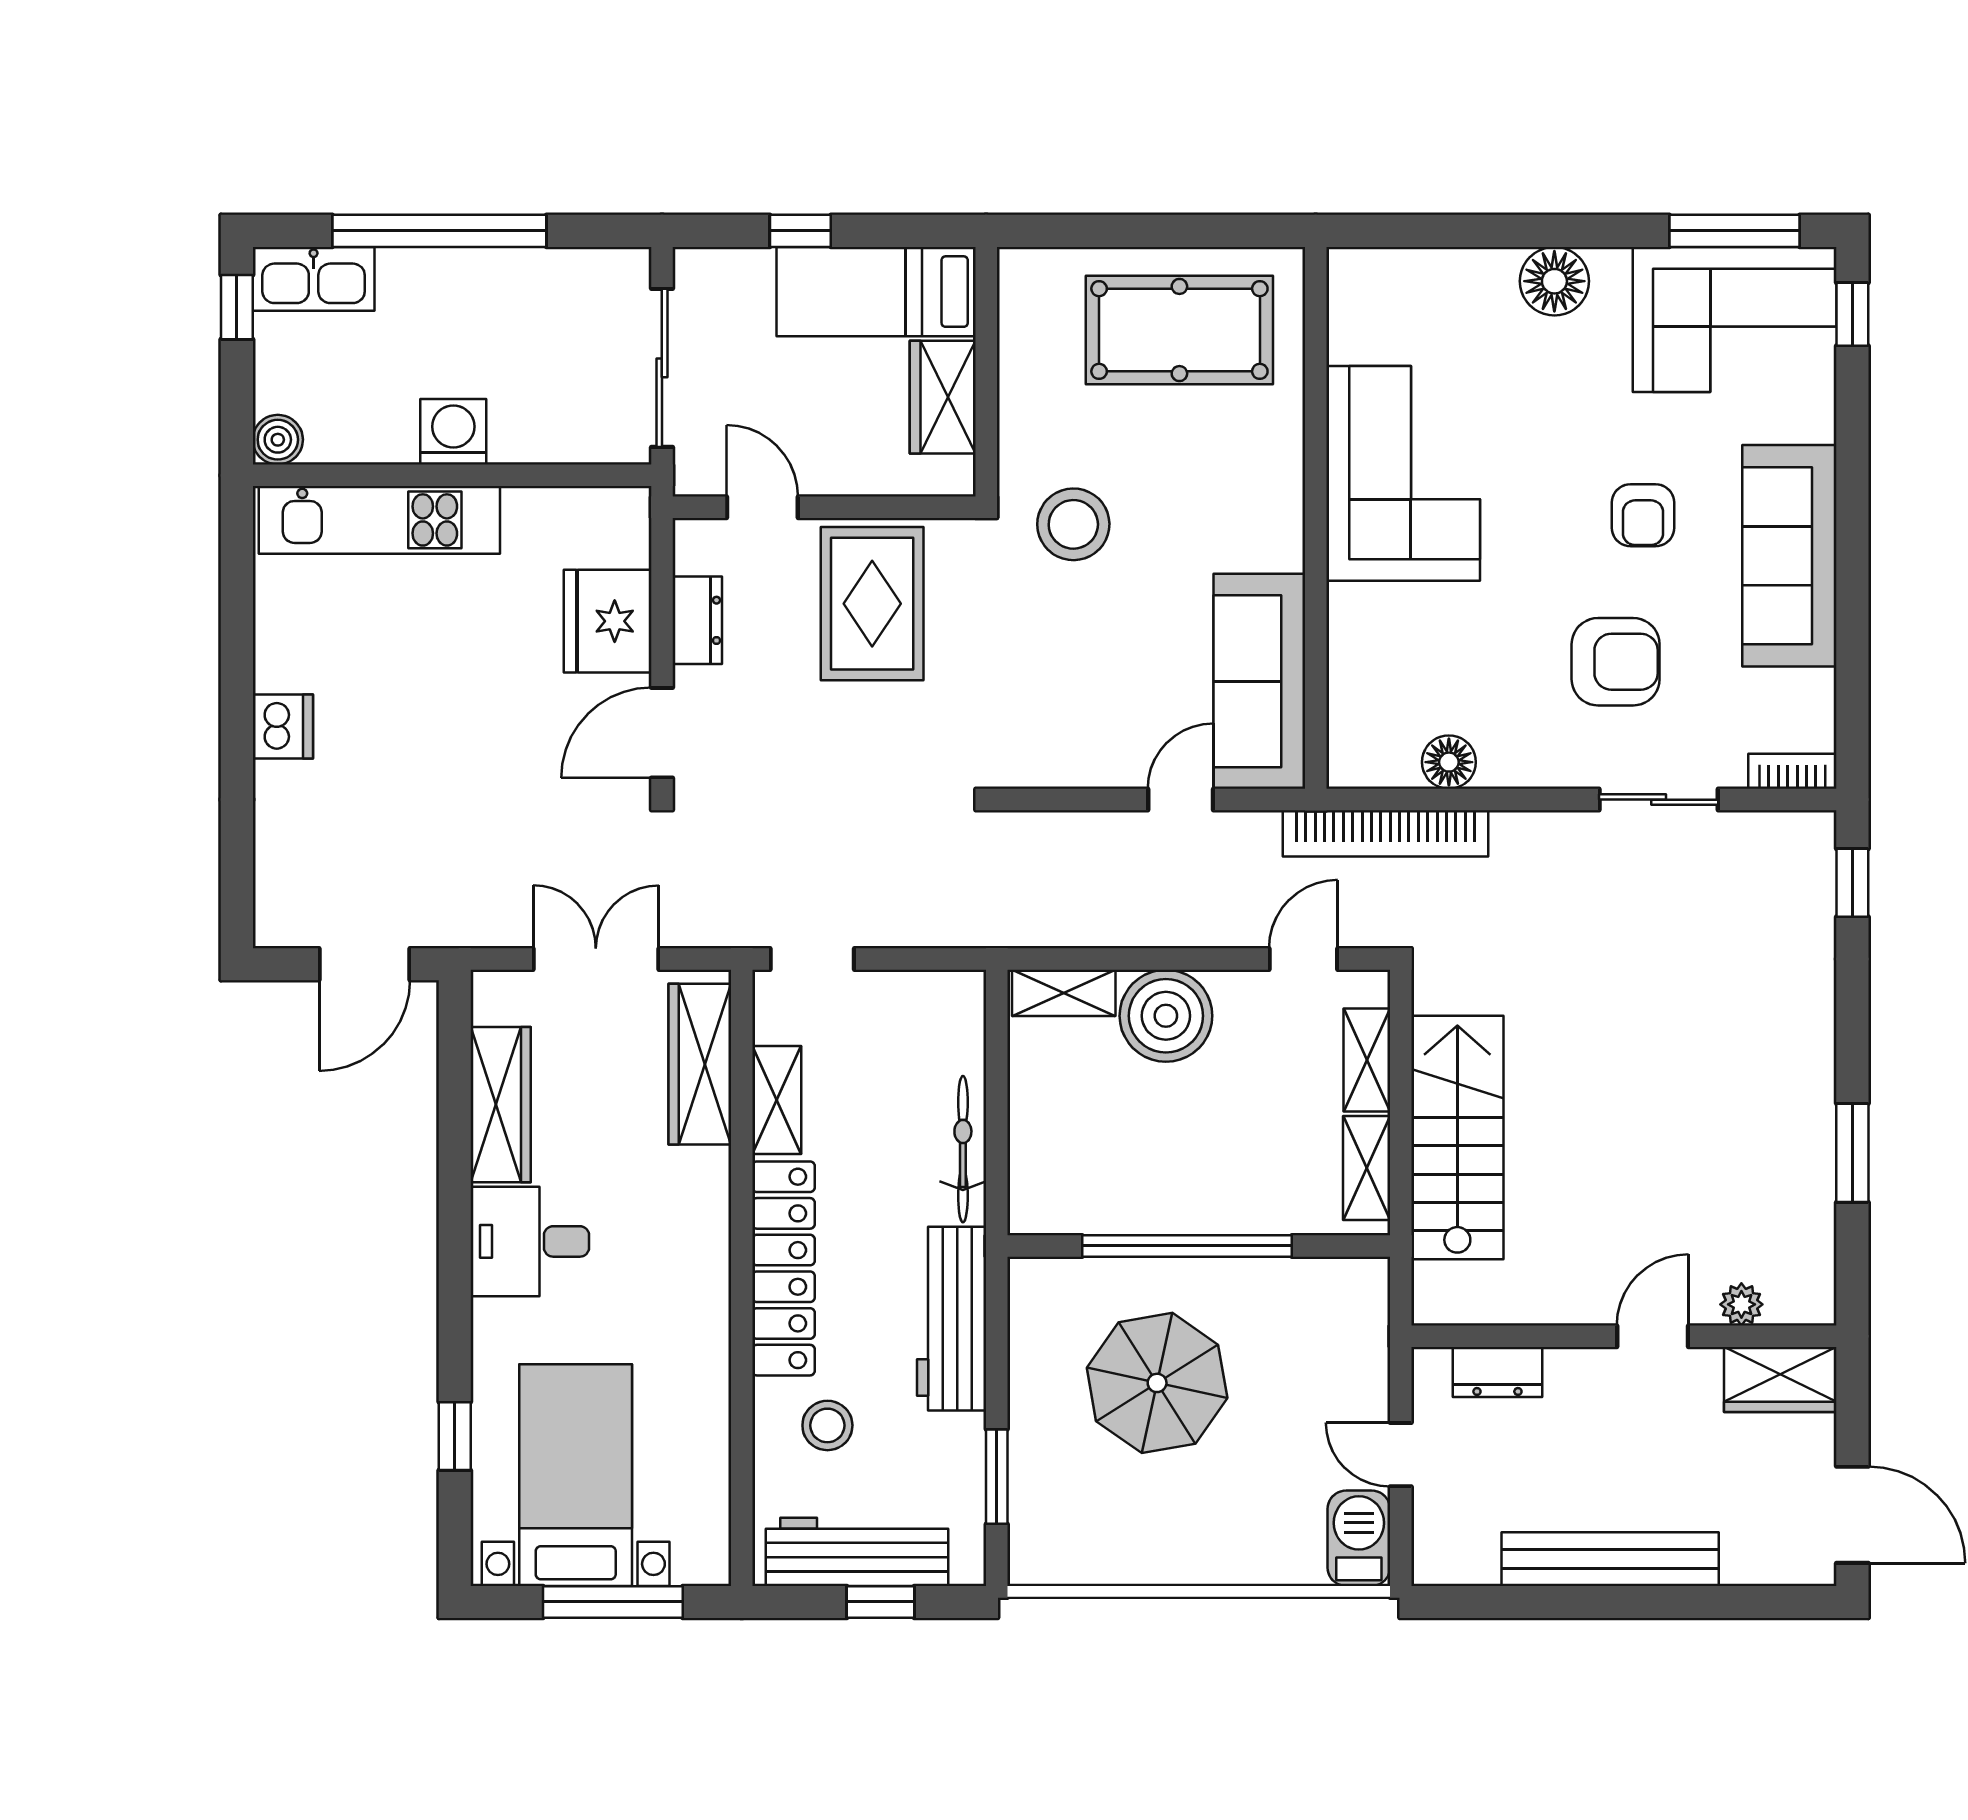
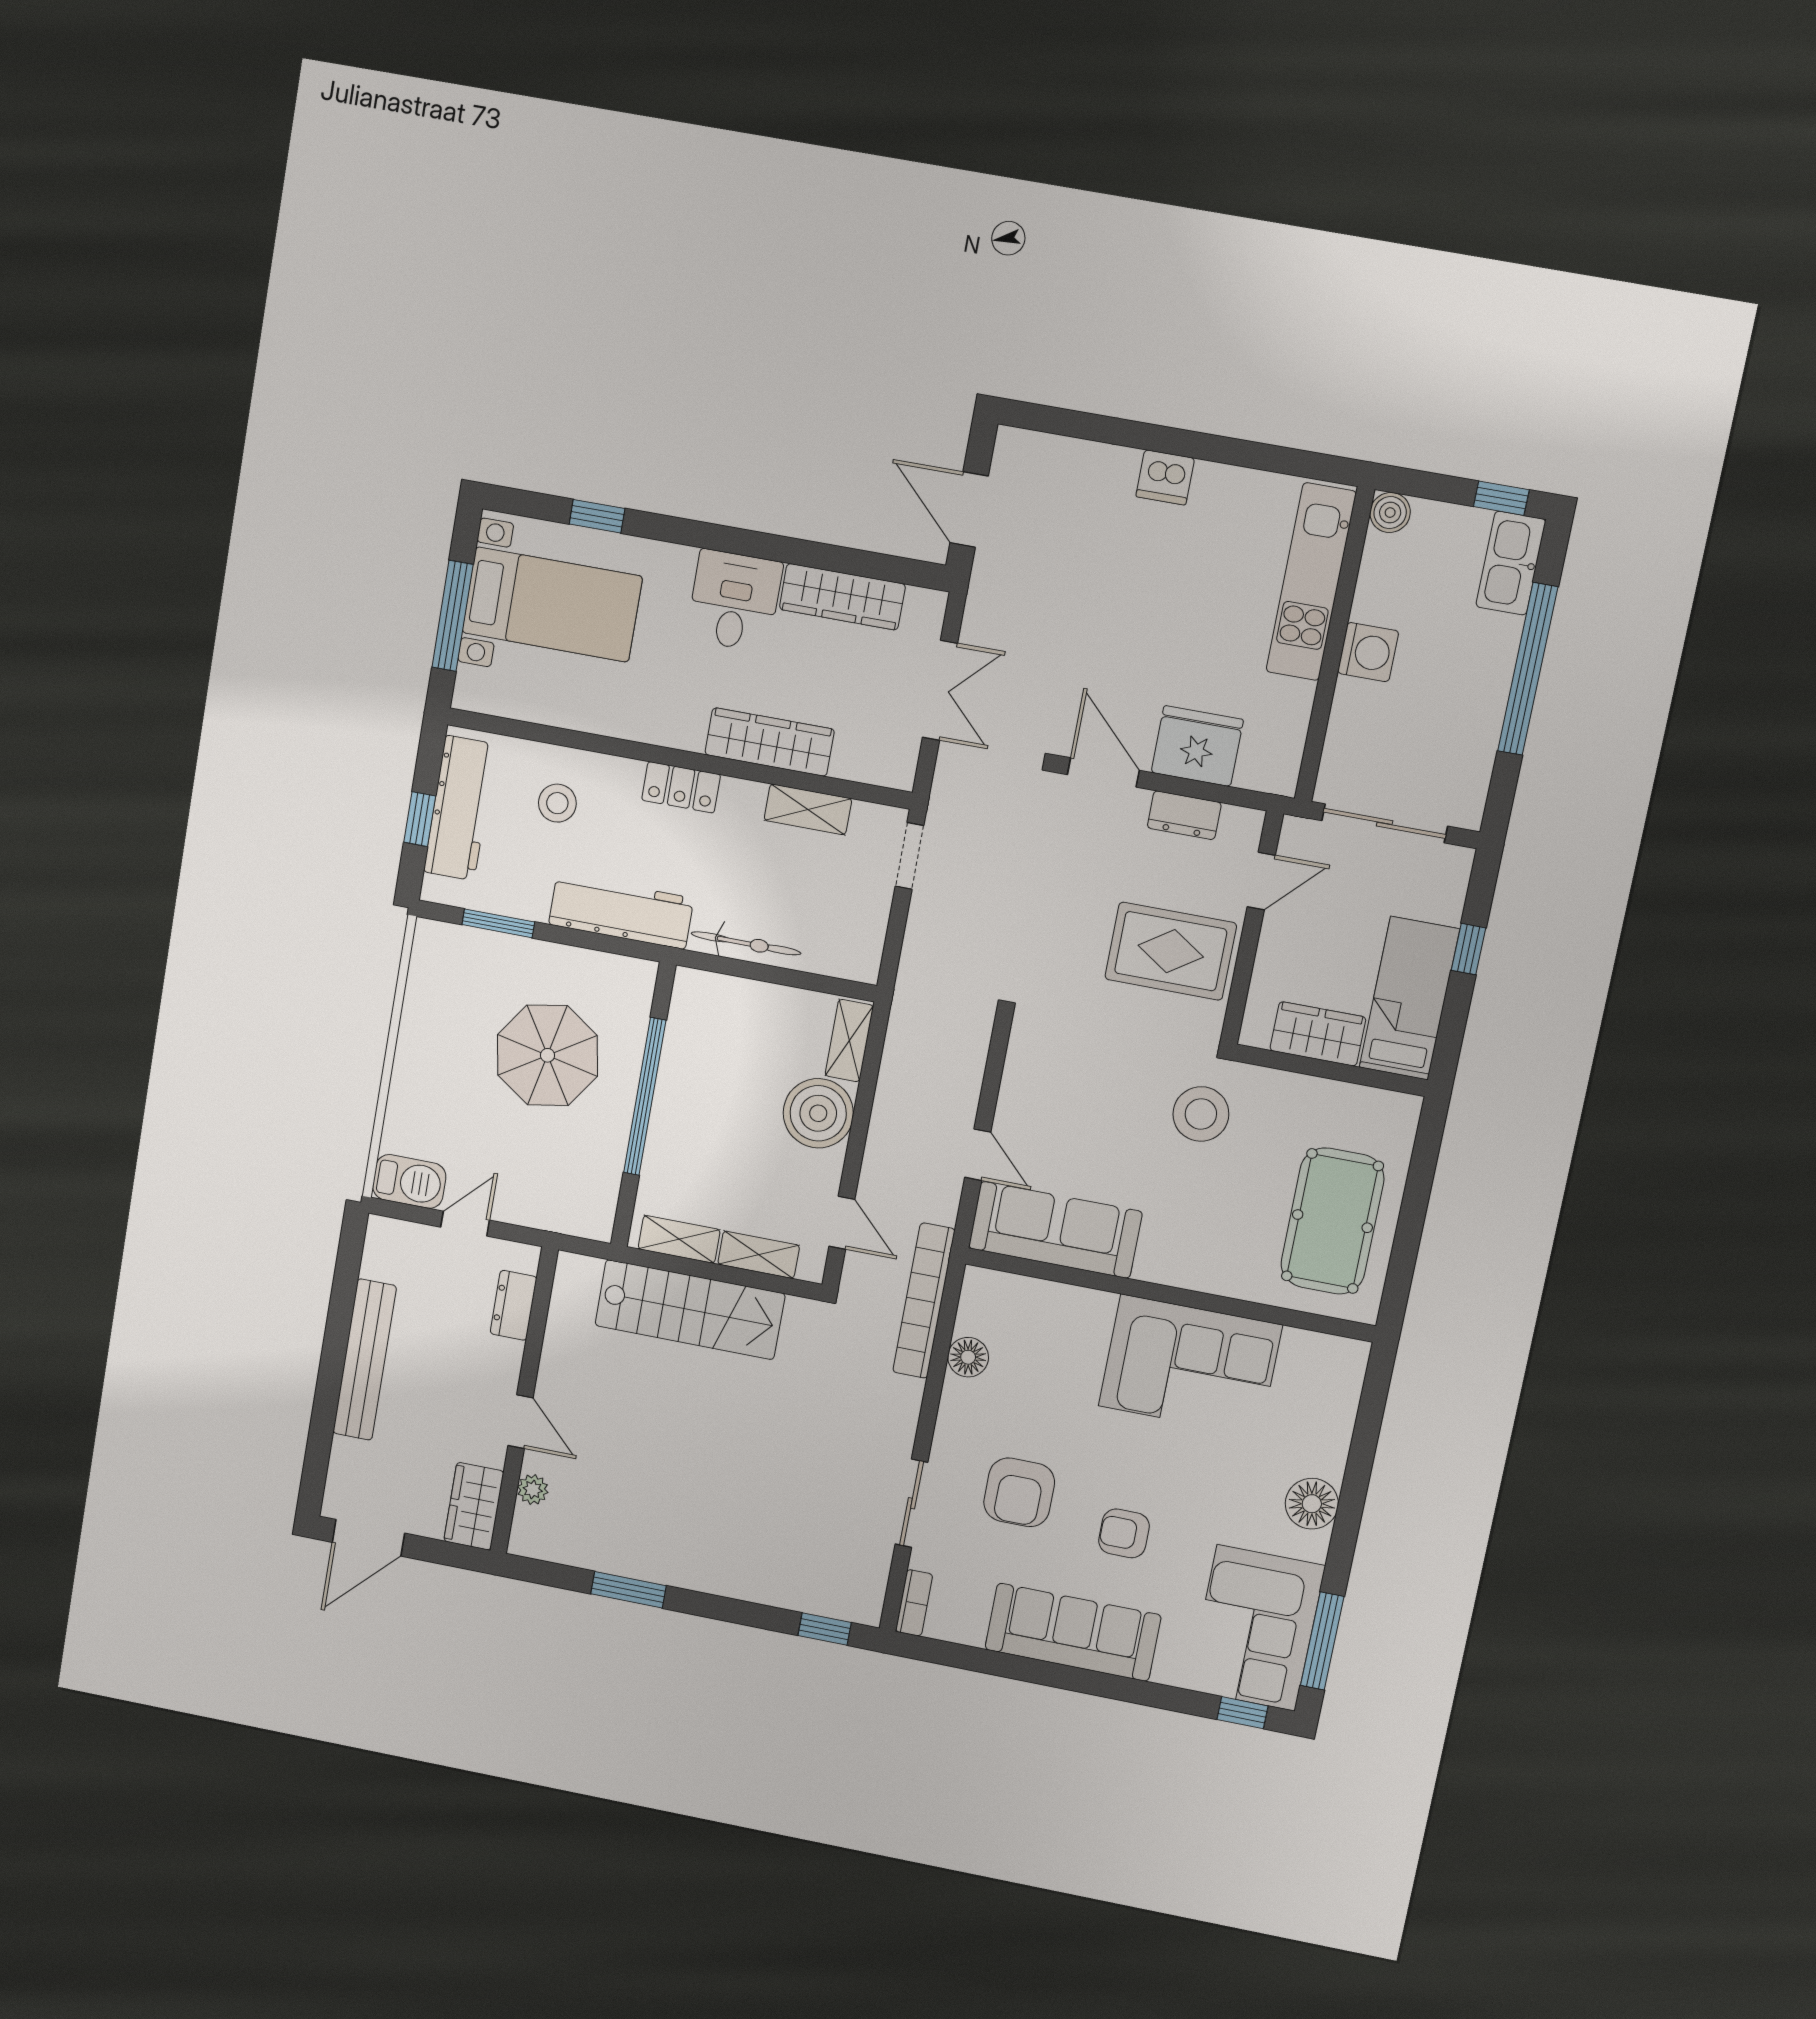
wardrobe: (700, 1064) -> (770, 742), moved
locker: (783, 1268) -> (681, 787), width x0.46, depth x0.83

